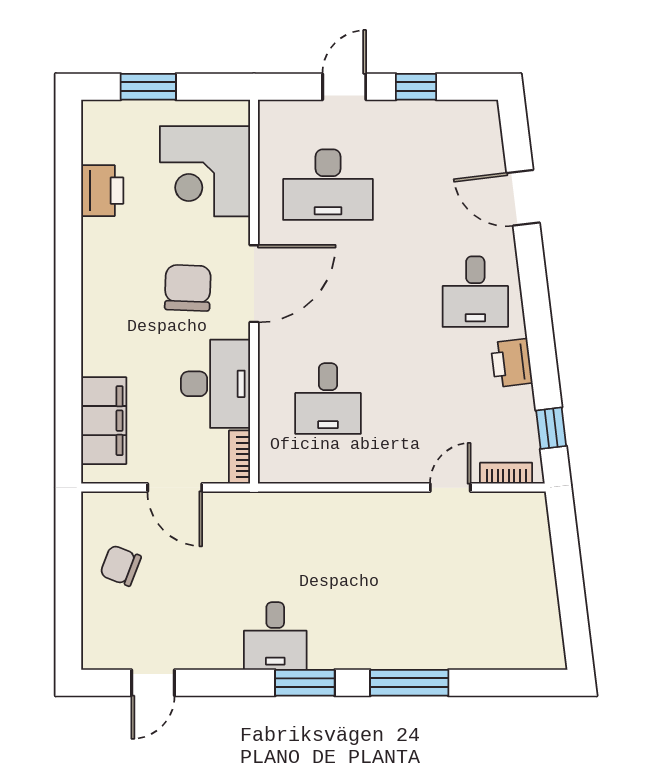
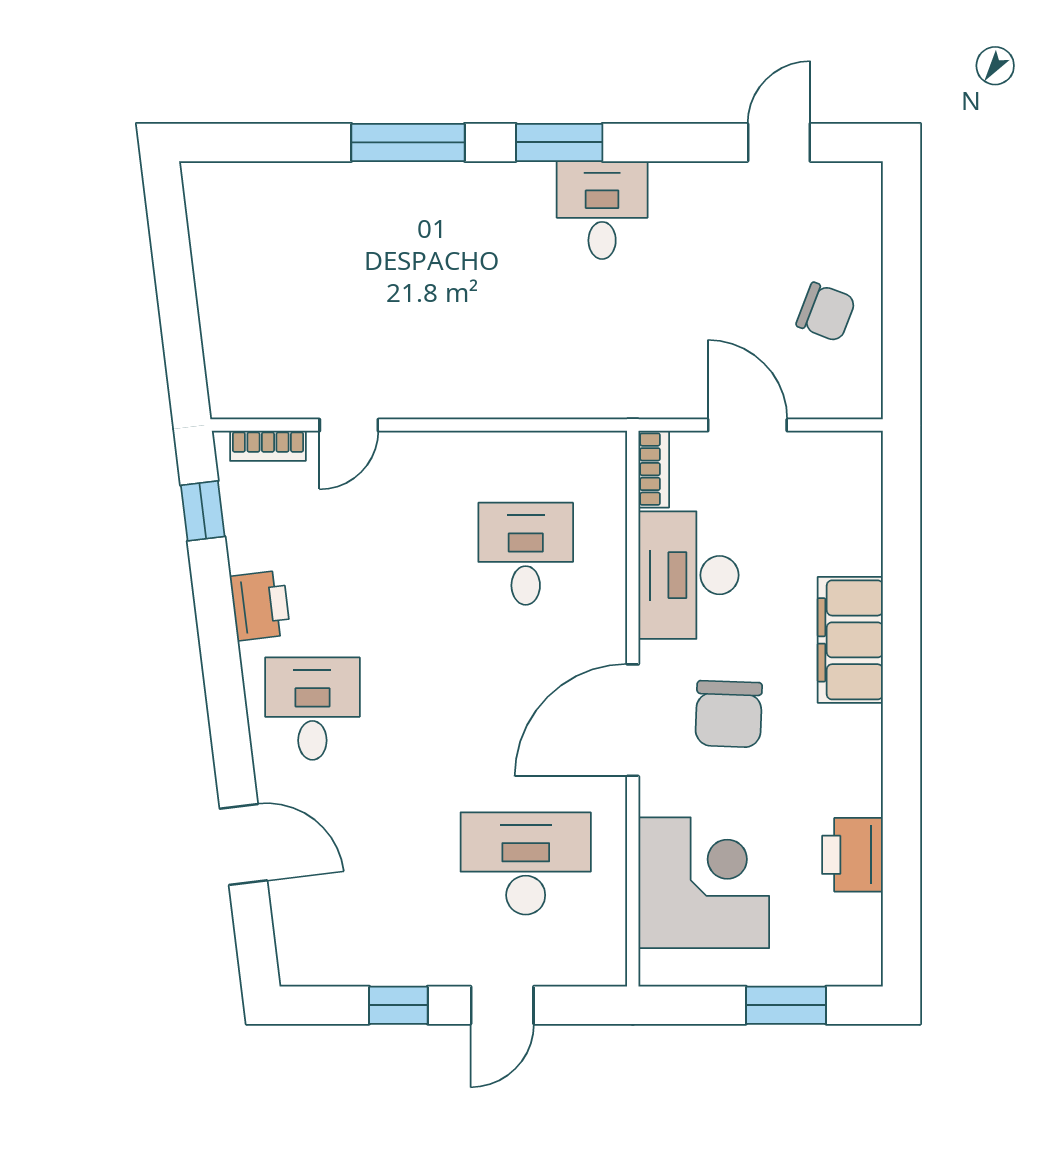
filing cabinet: (104, 421) -> (850, 640), moved

